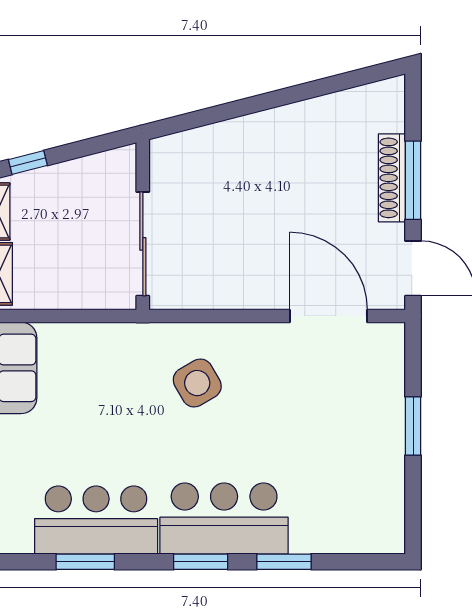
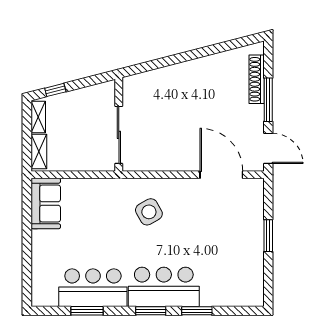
shoe rack: (392, 178) -> (257, 79), moved

